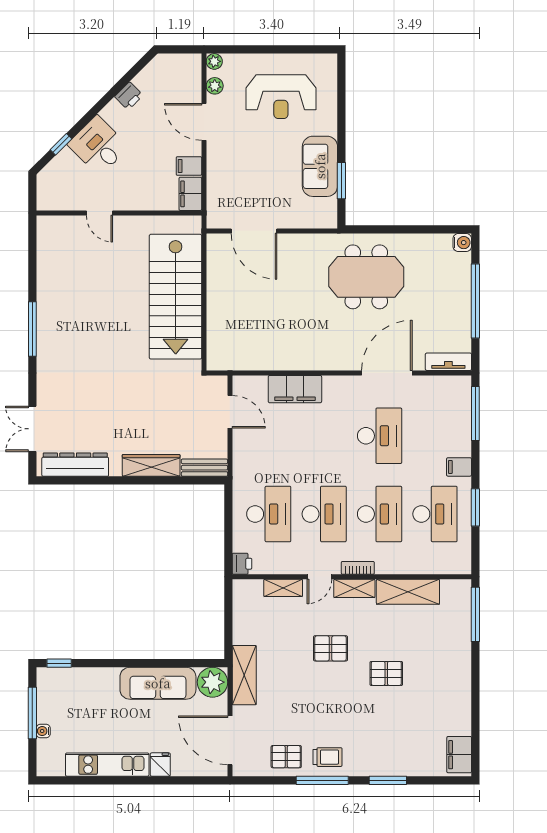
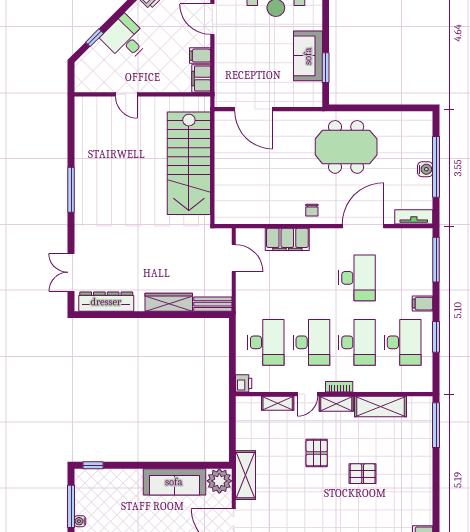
water cooler: (462, 243) -> (425, 169), moved
chair: (325, 353) -> (312, 210), added
pallet: (331, 648) -> (317, 453), turned 90

